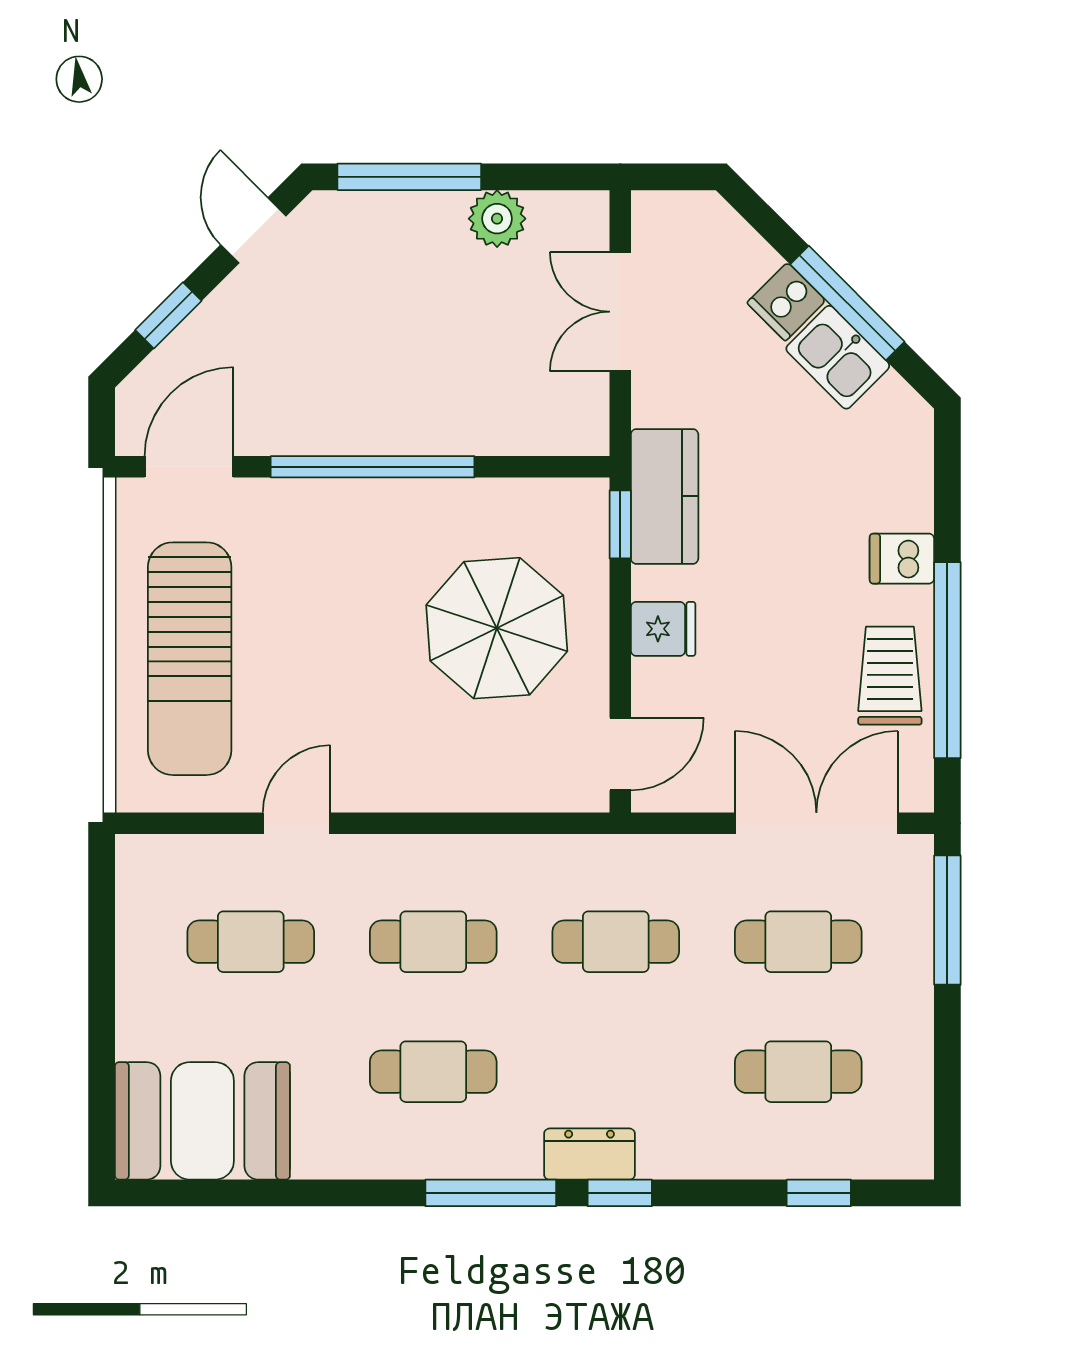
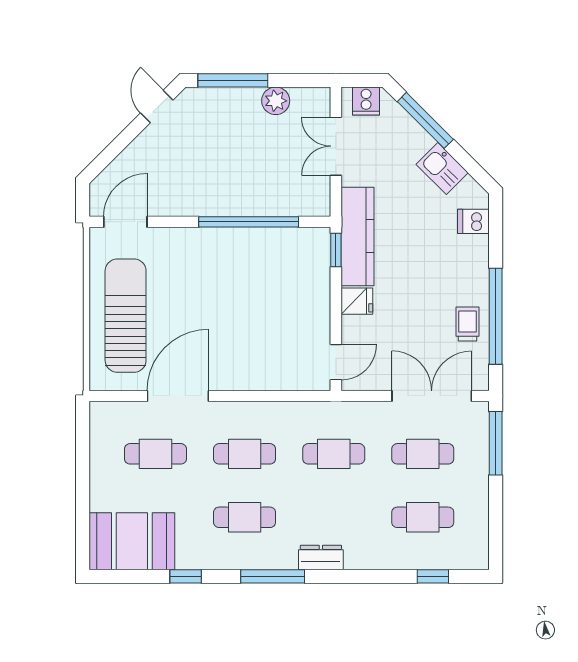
cooker: (786, 302) -> (366, 101), moved, turned -45
window: (847, 303) -> (425, 120), moved
window: (168, 315) -> (115, 148), removed
window: (373, 467) -> (249, 222), moved
kitchen counter: (665, 496) -> (358, 236), width x1.50
dishwasher: (902, 559) -> (473, 221), moved
parasol: (497, 628) -> (276, 301), removed
sun lounger: (190, 659) -> (126, 316), turned 180
trolley: (890, 676) -> (468, 324), width x0.73, depth x0.72
door: (297, 823) -> (178, 396), width x1.88
window: (620, 1193) -> (186, 576), moved

